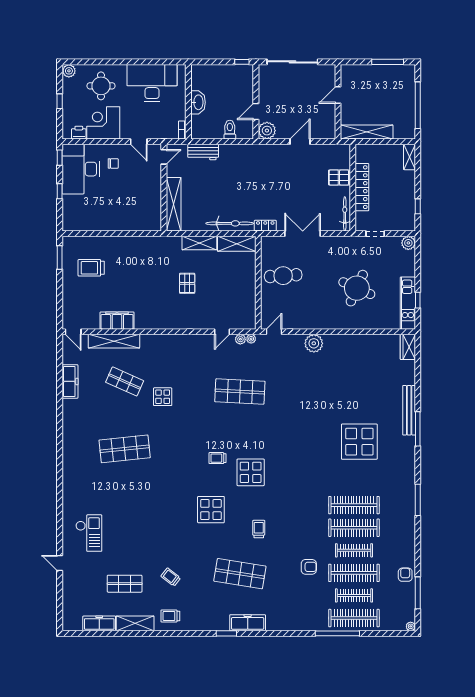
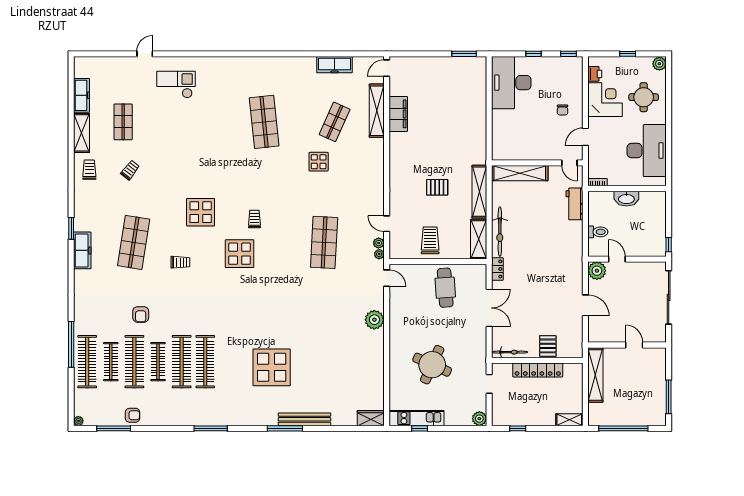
desk: (81, 169) -> (511, 83), moved, turned -90
shelving: (199, 243) -> (479, 192), width x1.47
trolley: (91, 268) -> (430, 240), moved
checkout: (89, 533) -> (176, 84), turned 180

